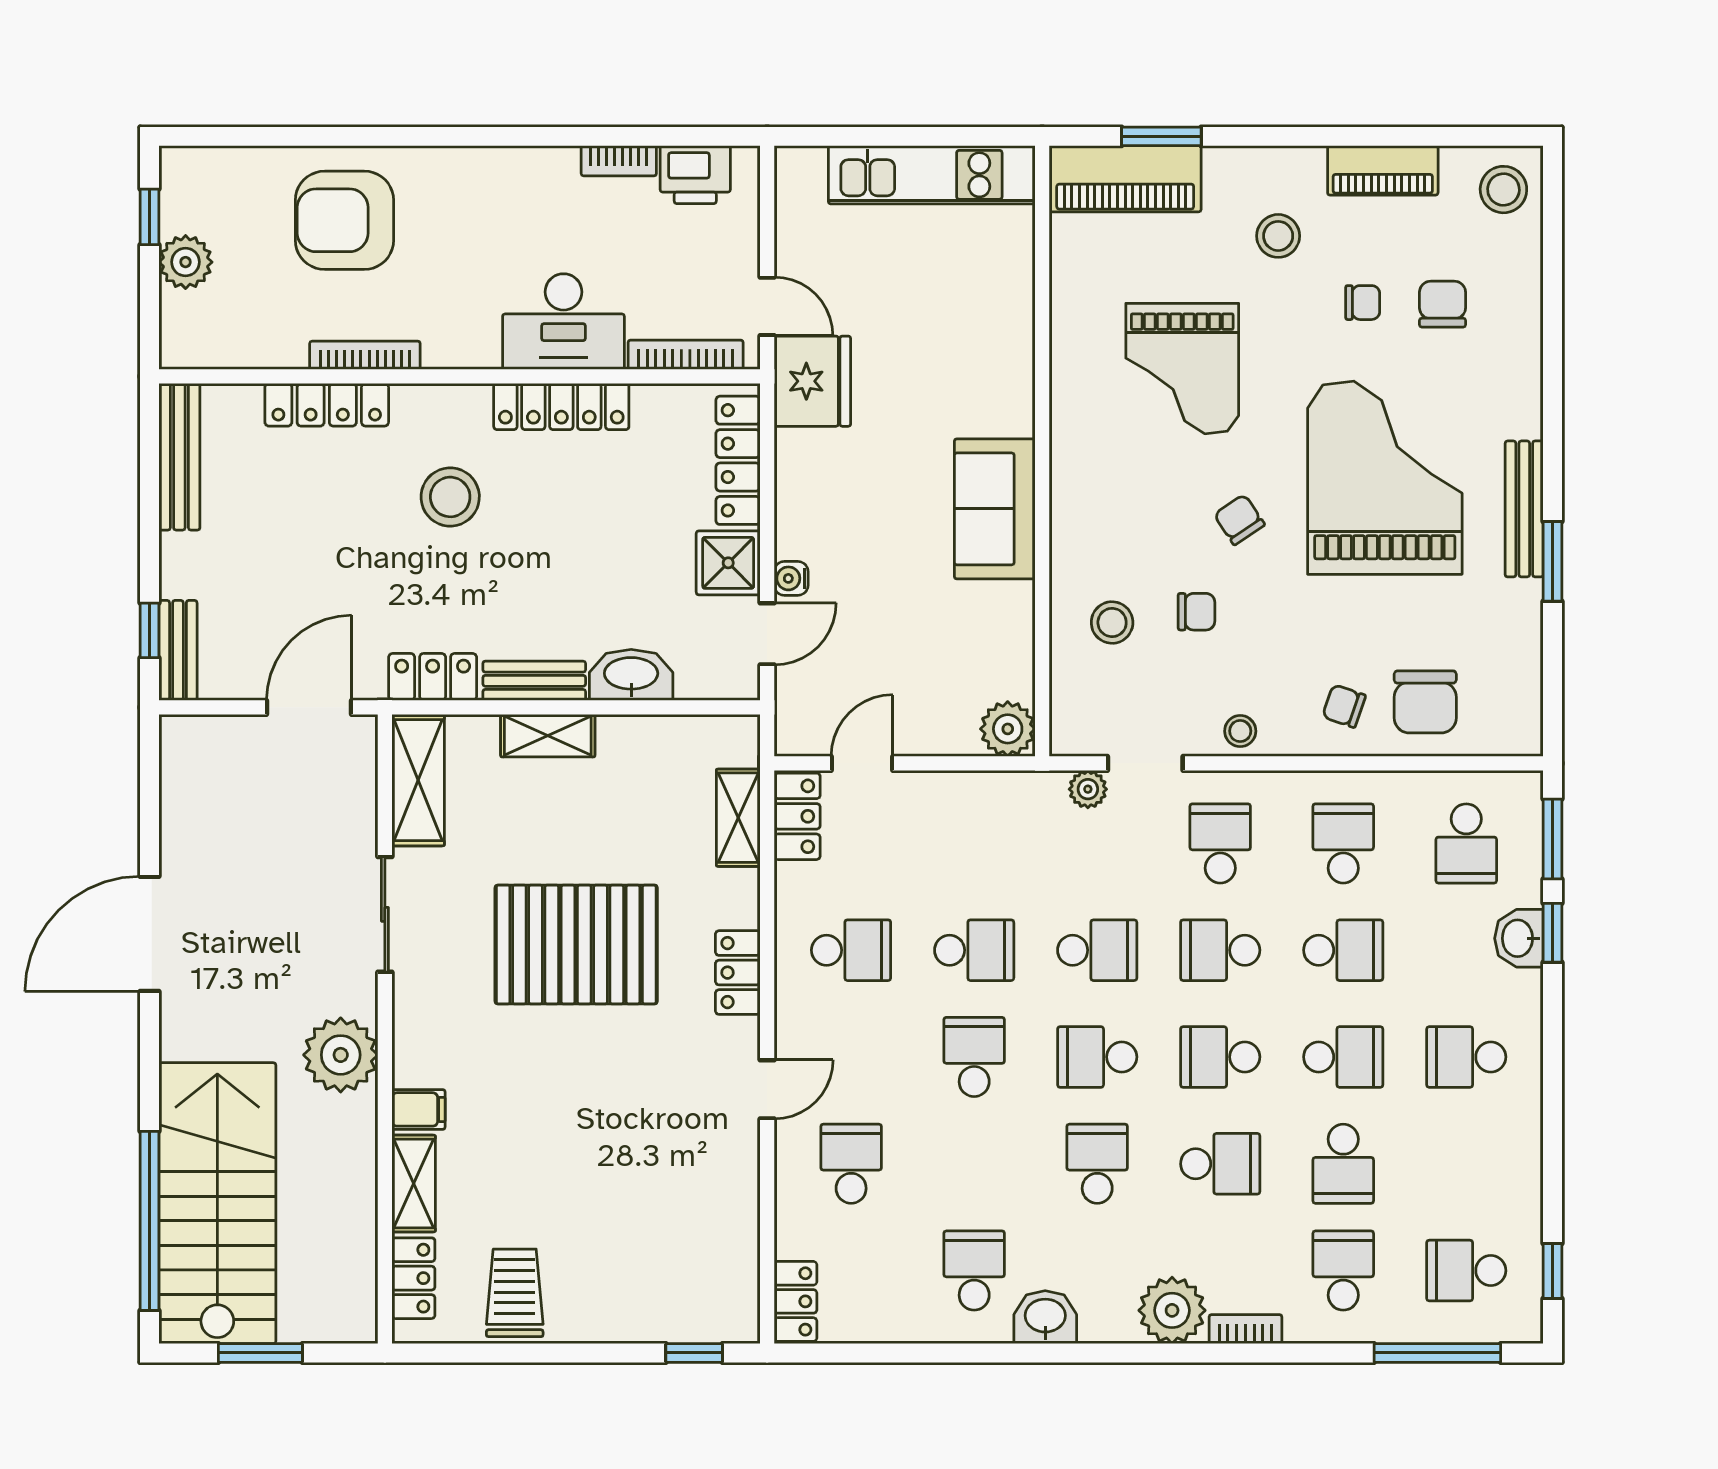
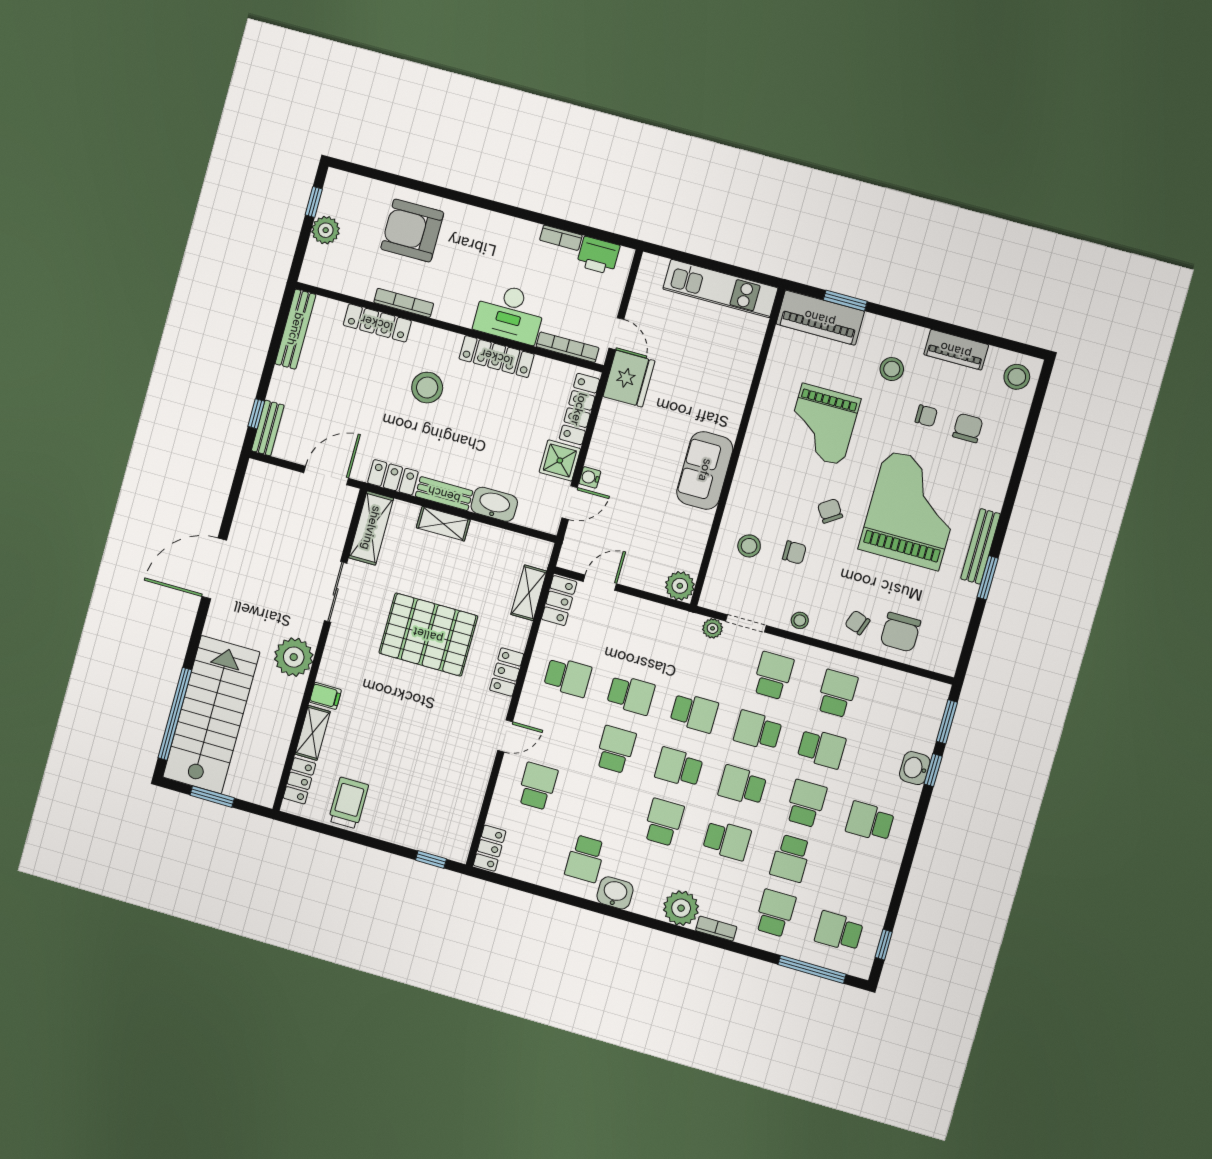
school desk: (1466, 843) -> (901, 711), removed
school desk: (1343, 1057) -> (806, 803), turned -90
school desk: (974, 1271) -> (585, 859), turned 180

